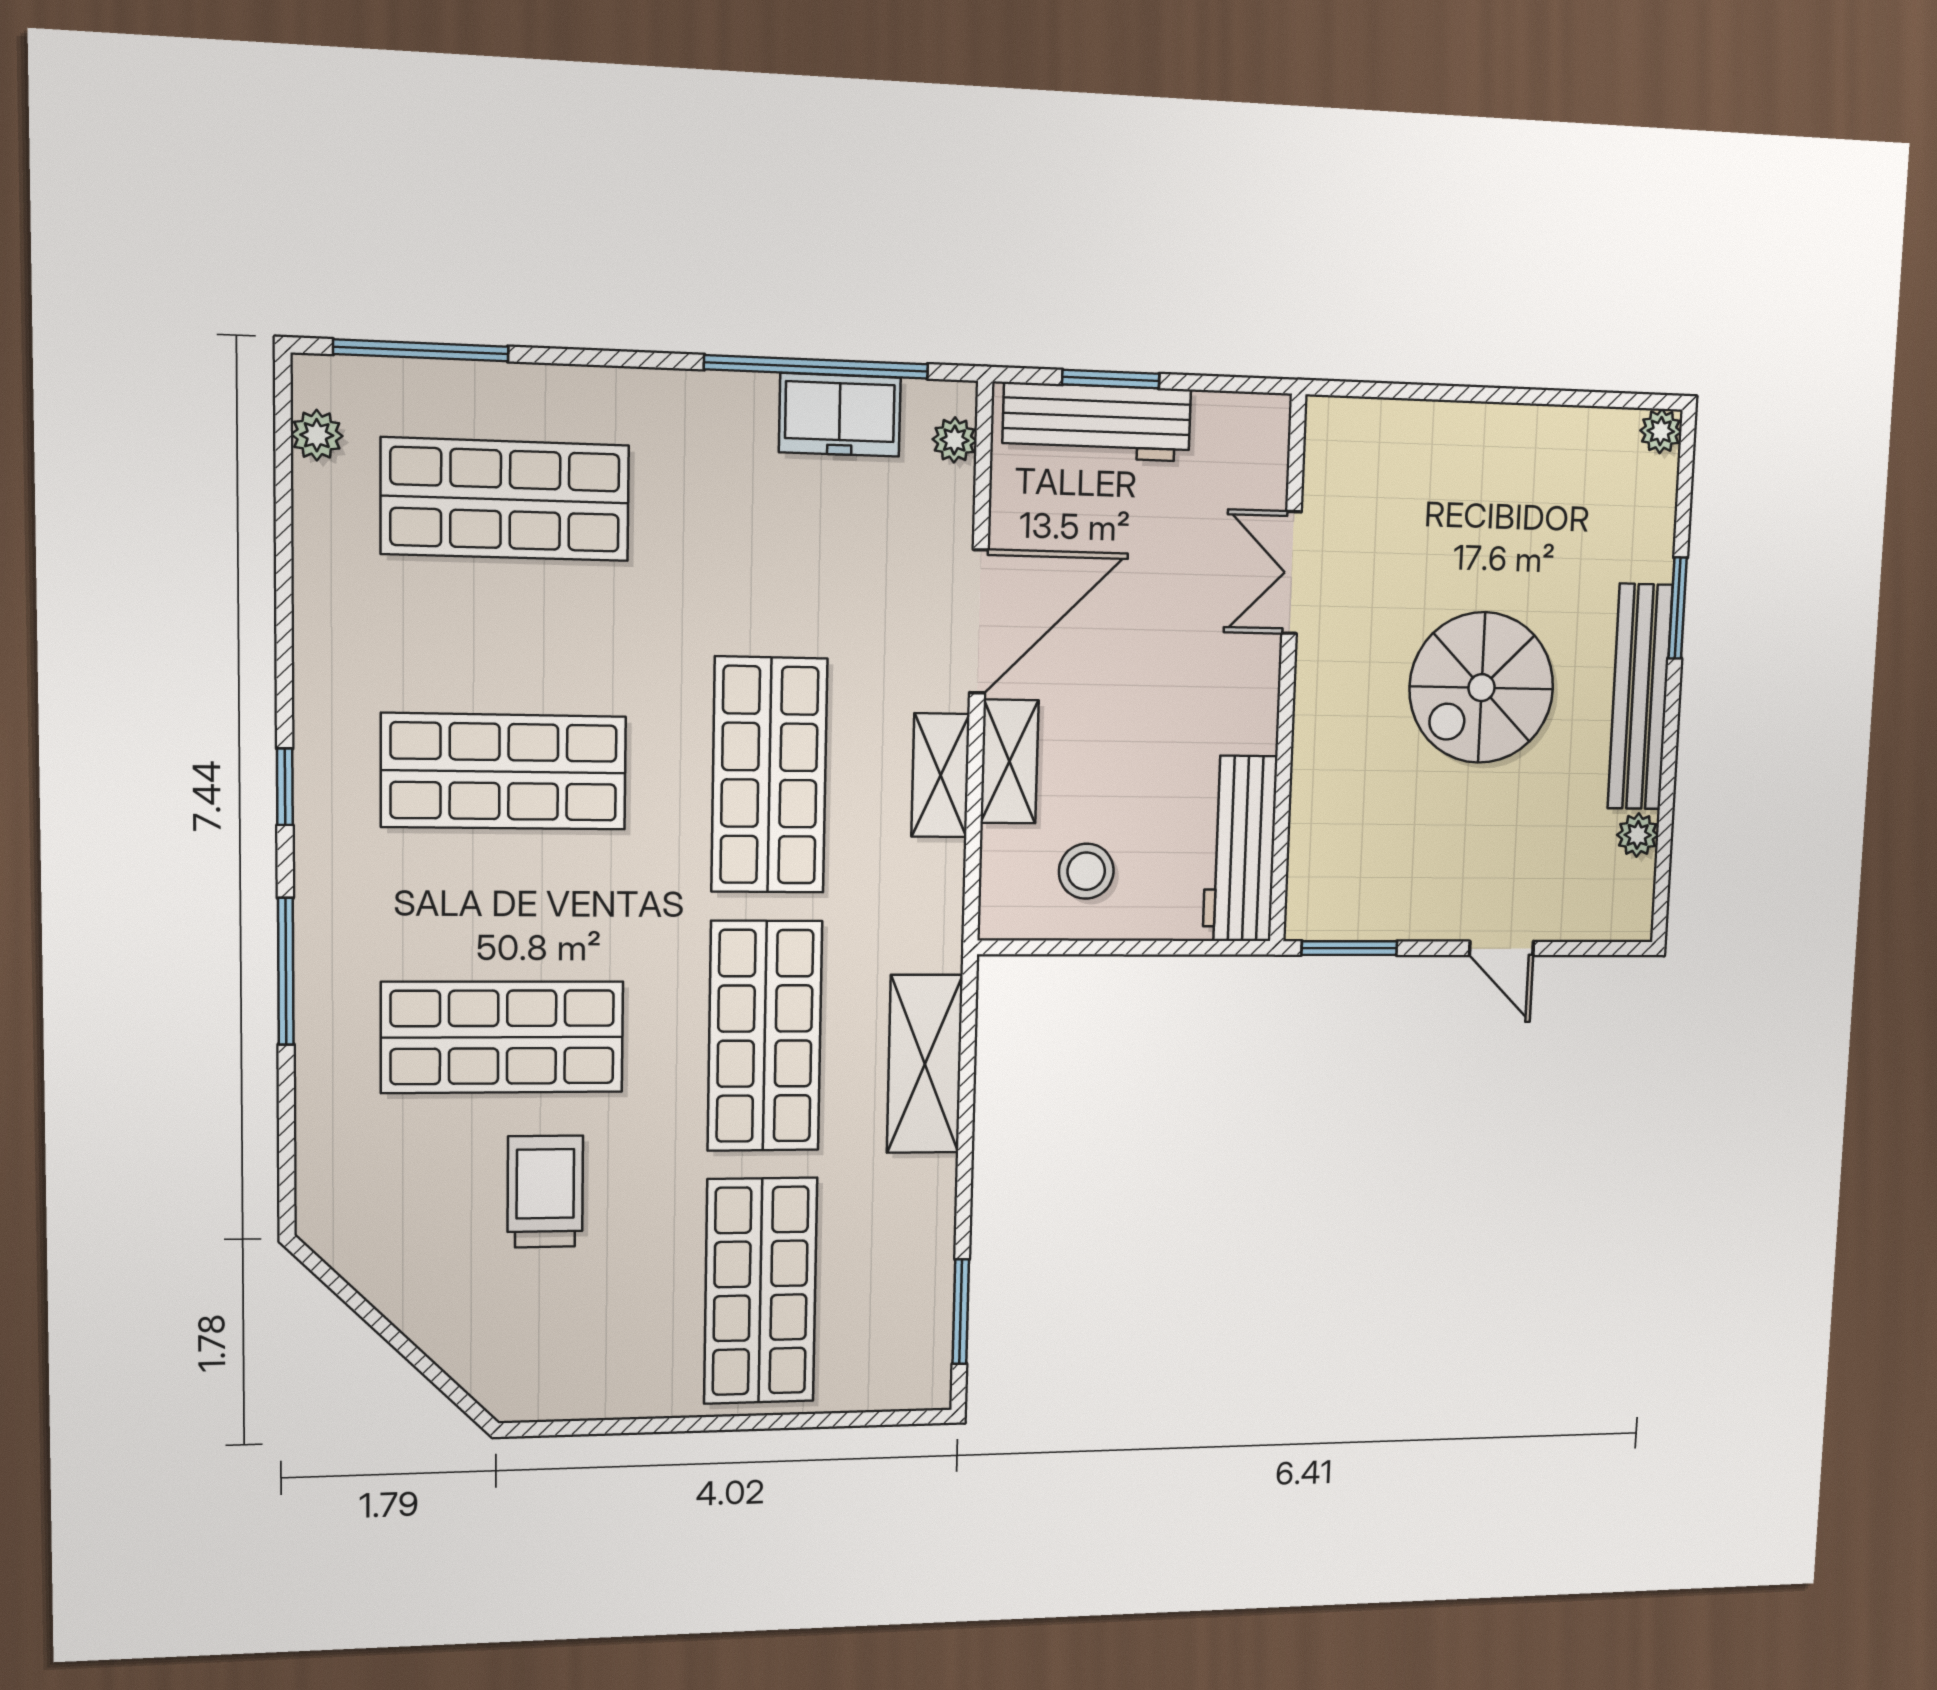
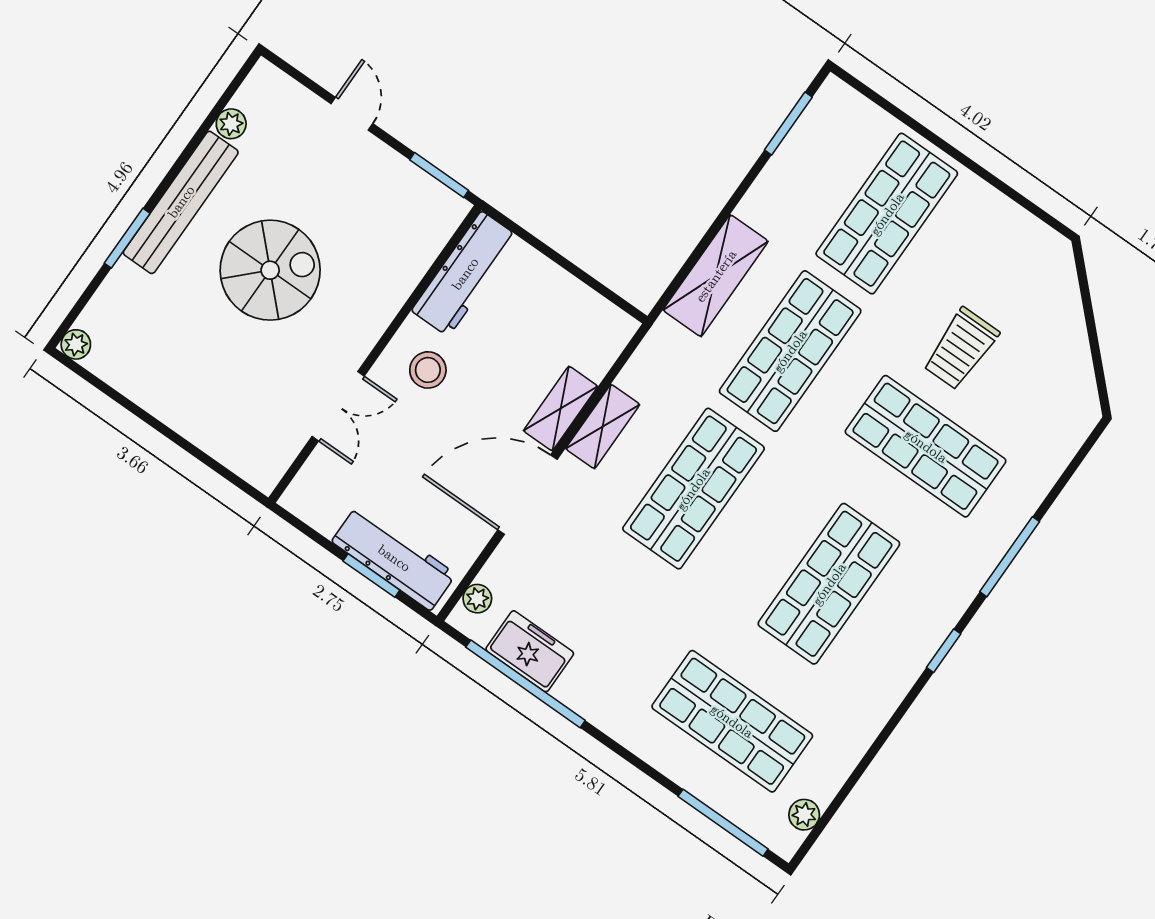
shop shelf: (504, 772) -> (829, 584), turned 90
stool: (1086, 871) -> (428, 370), moved

